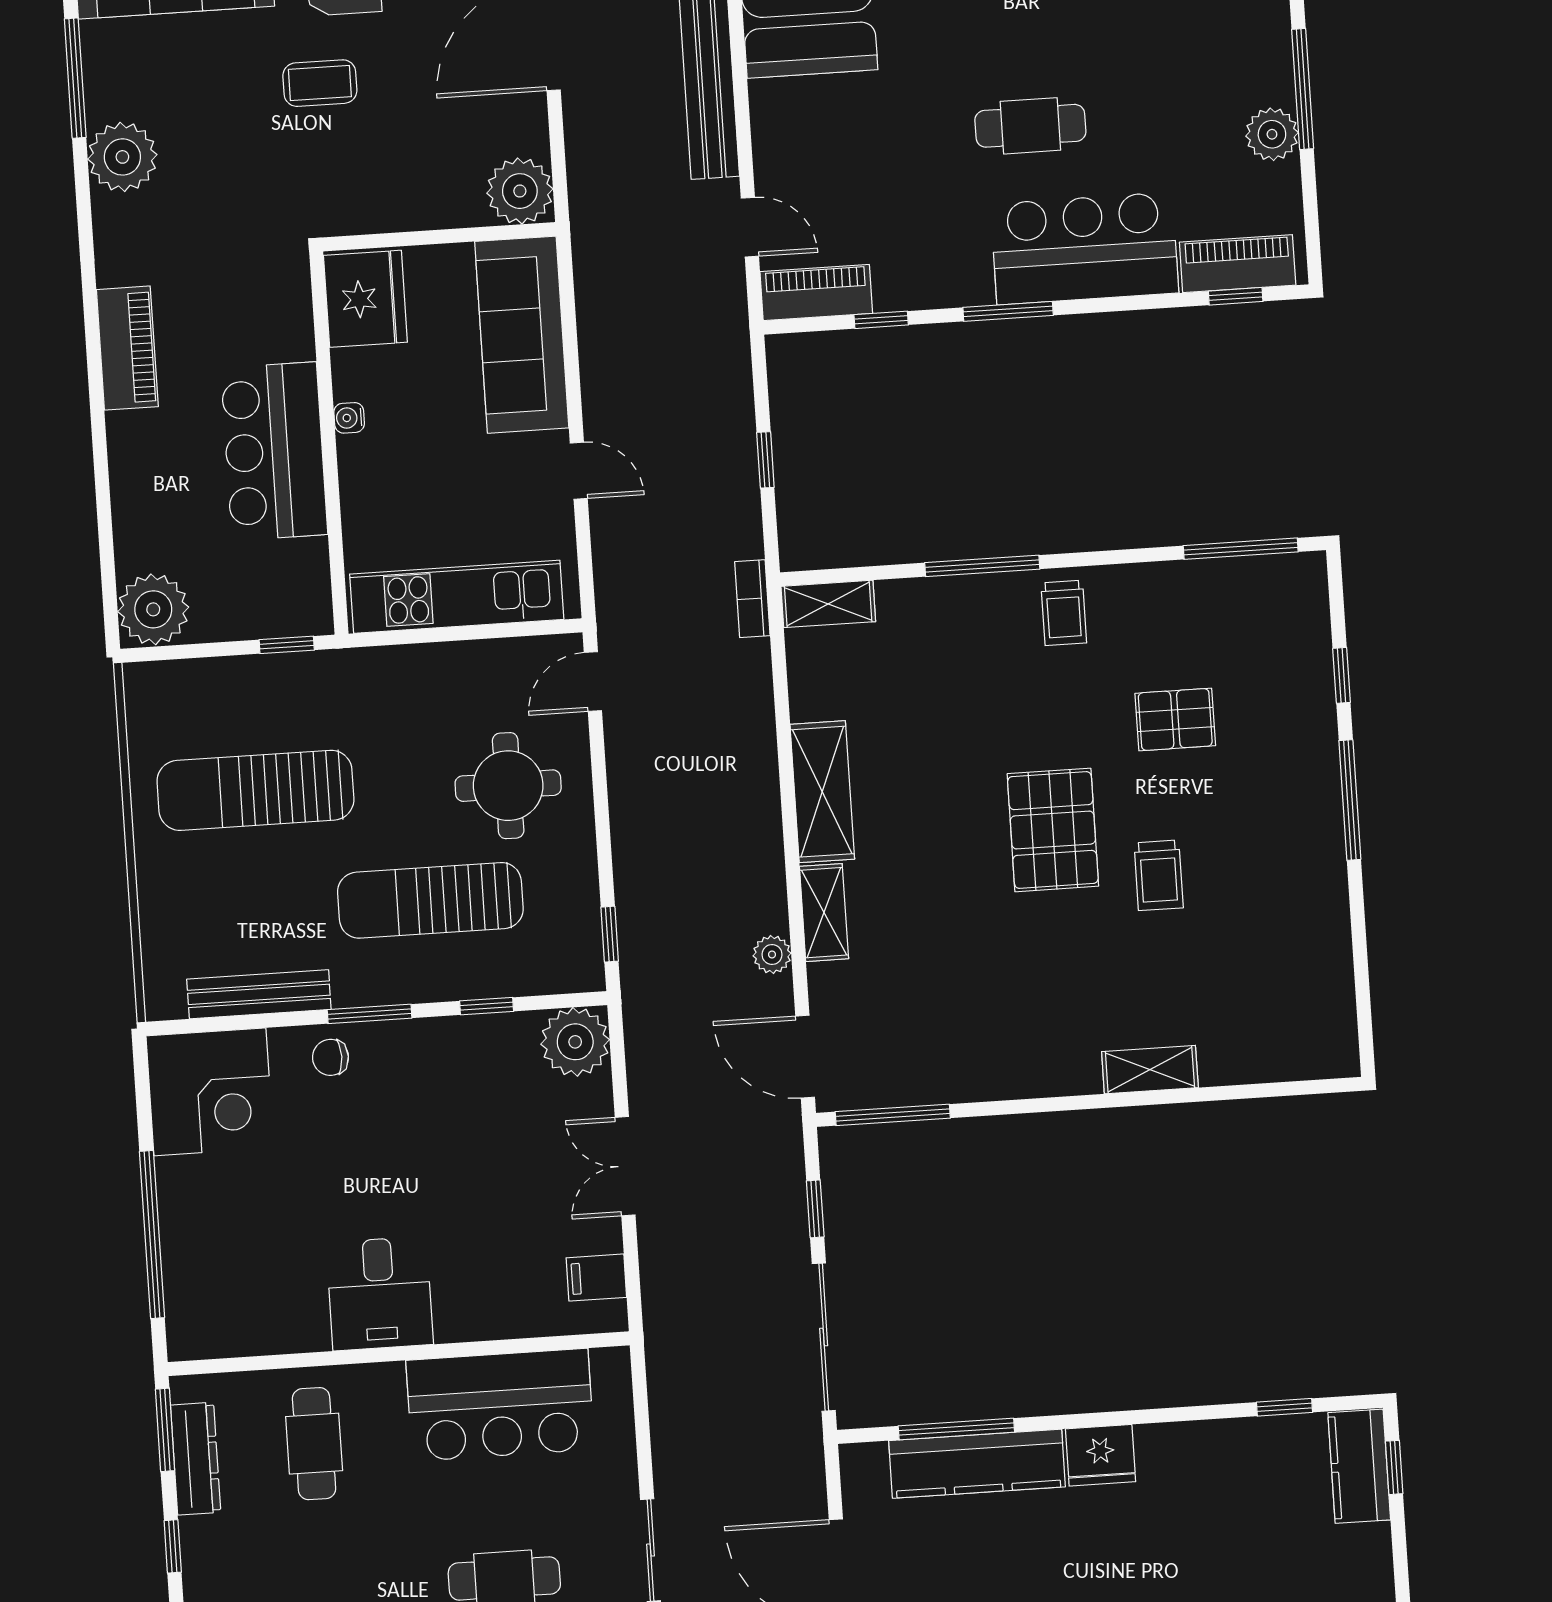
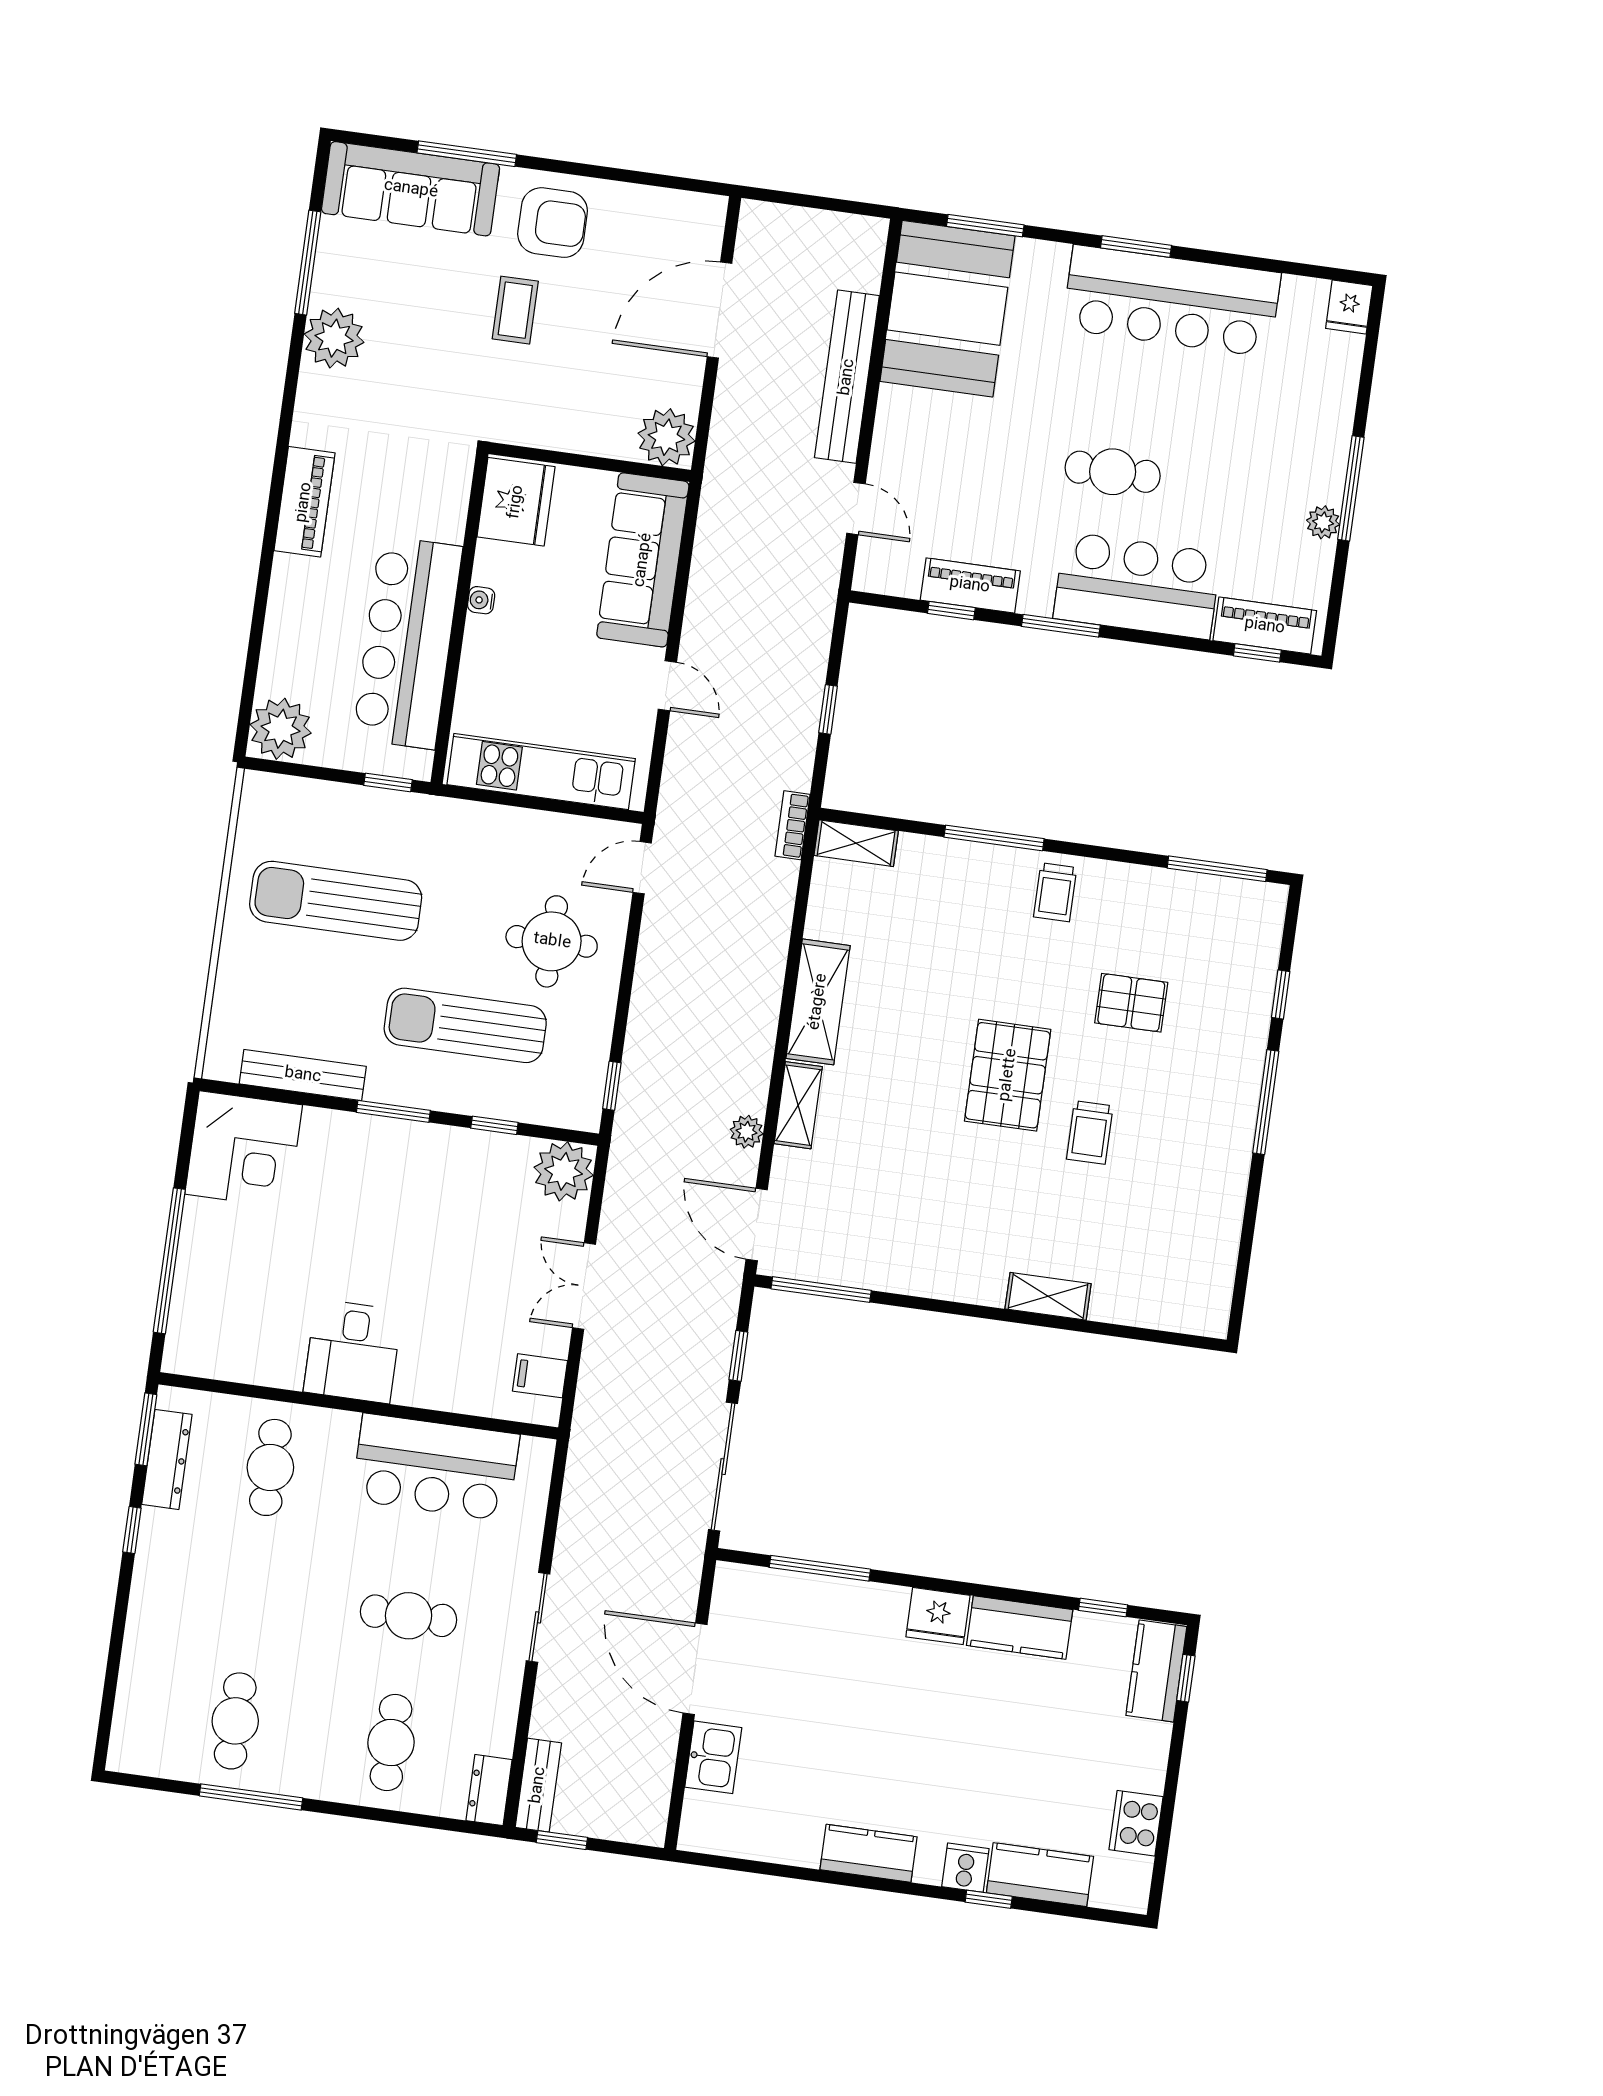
coffee table: (320, 83) -> (515, 310), turned 90
plant: (1272, 134) -> (1323, 522), width x0.73, depth x0.73
piano: (816, 293) -> (970, 585), moved
bar counter: (274, 451) -> (408, 643), width x1.36
chair: (330, 1057) -> (352, 1141), removed
kitchen counter: (977, 1464) -> (1020, 1628), moved, width x0.67

